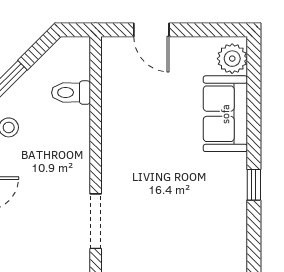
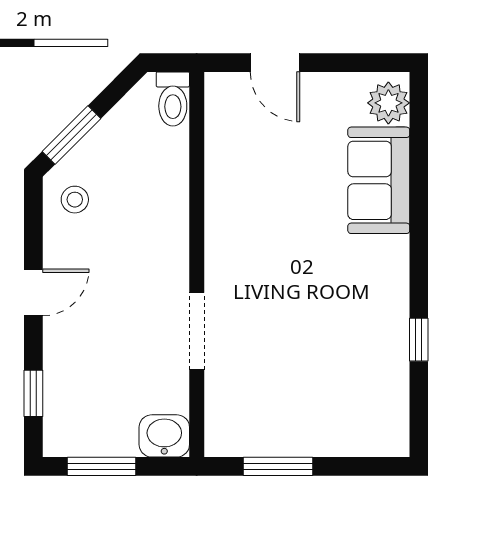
toilet: (71, 93) -> (173, 99), moved, turned -90
window: (254, 185) -> (419, 340), moved

